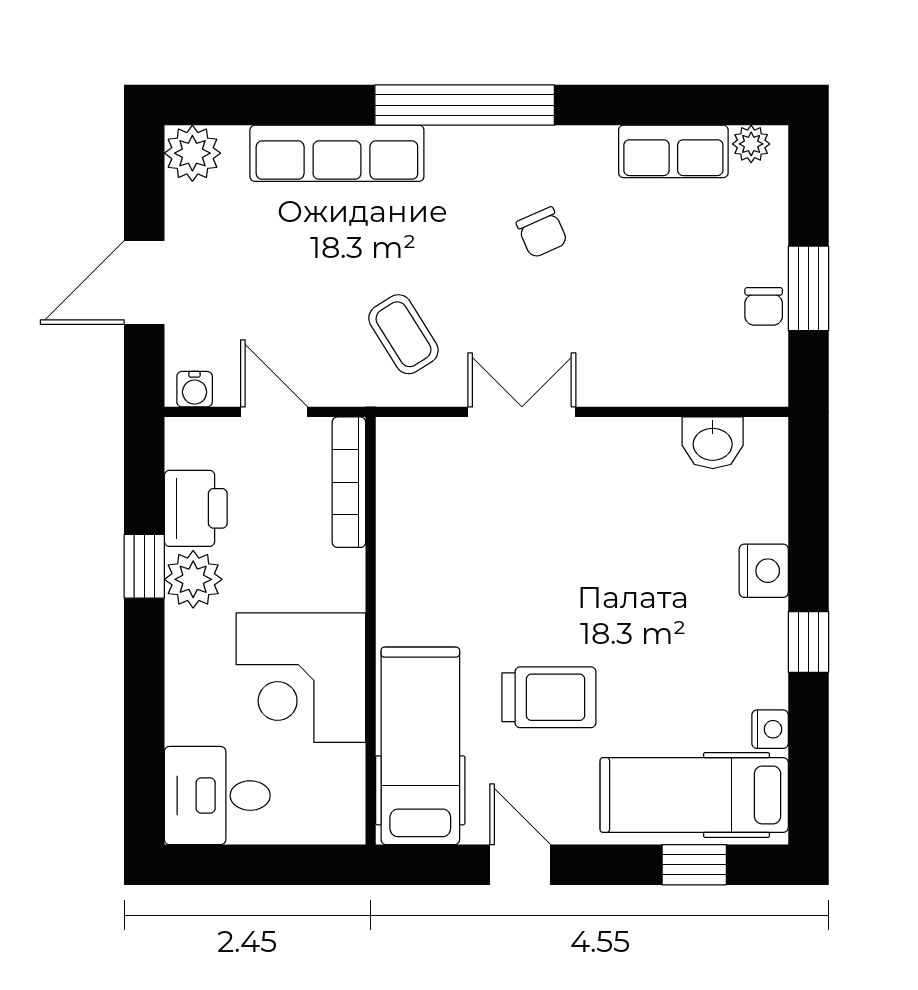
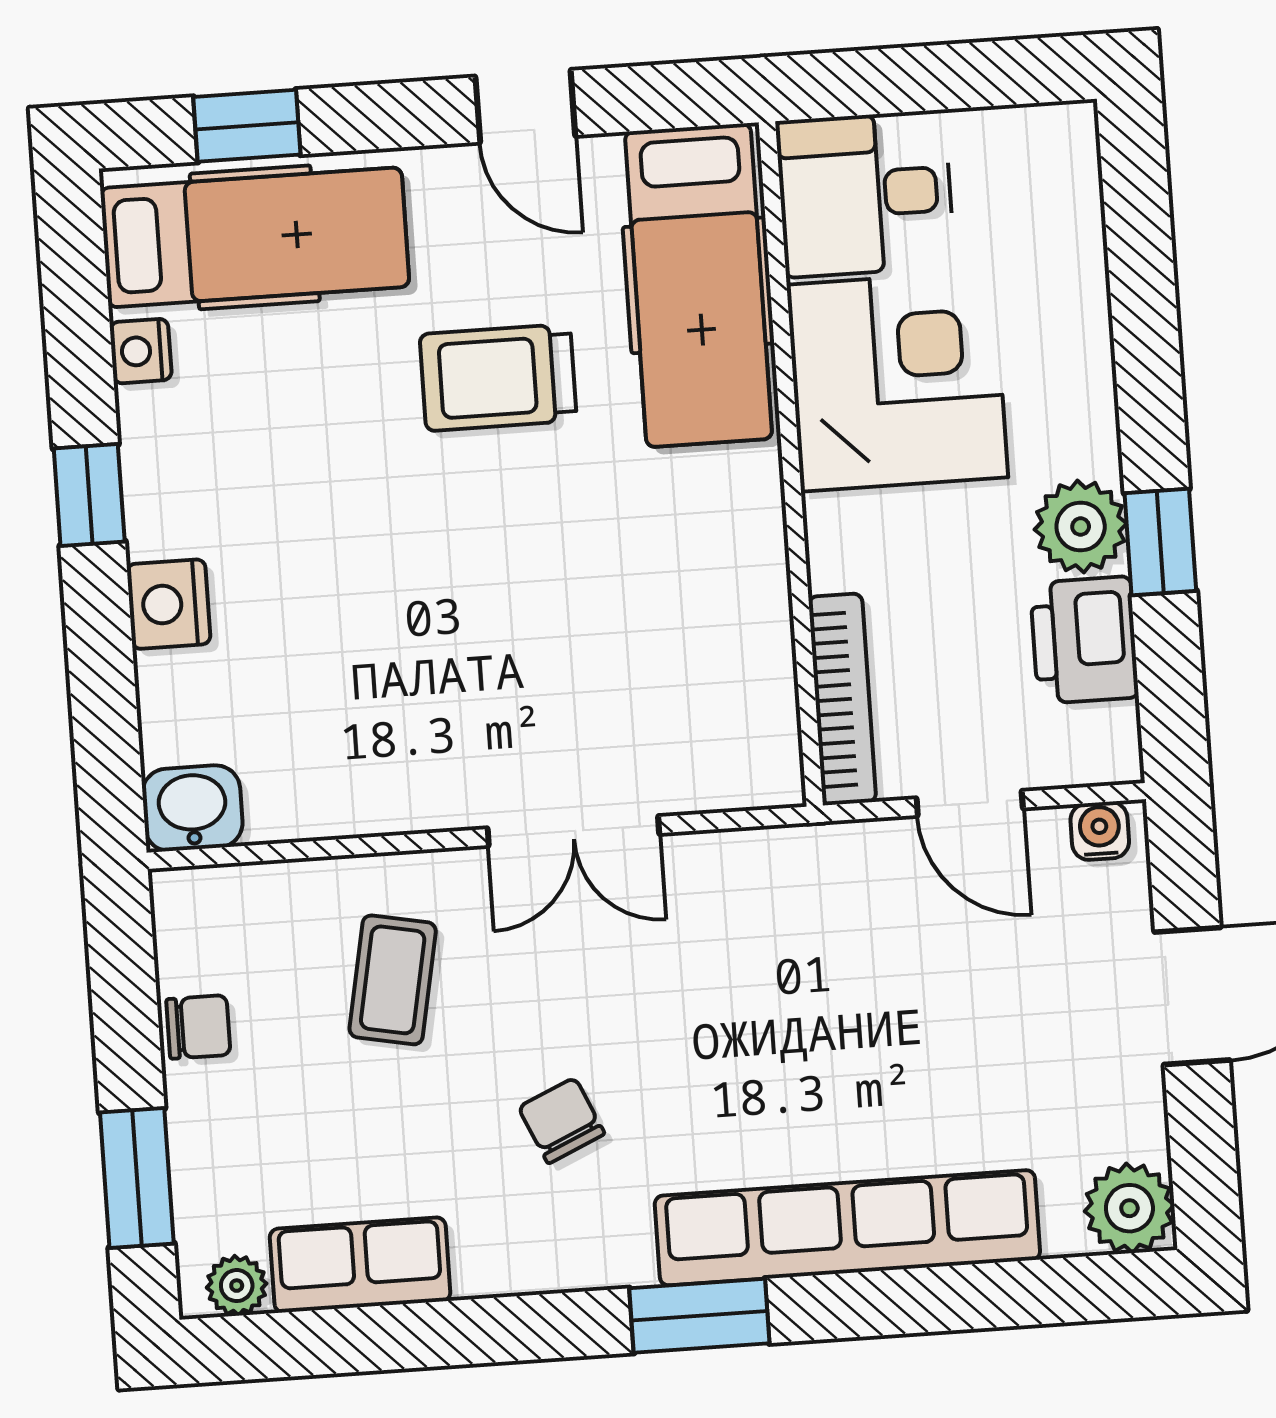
window: (465, 105) -> (699, 1316), width x0.47
row of seats: (337, 153) -> (847, 1228), width x1.36
window: (808, 288) -> (137, 1178), moved
chair: (764, 306) -> (198, 1027), turned 90
coffee table: (403, 334) -> (393, 980), moved, turned 43
washbasin: (713, 443) -> (192, 808), moved
desk: (217, 796) -> (865, 194), moved, turned 180

